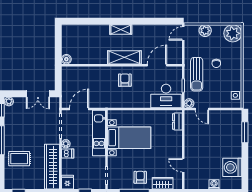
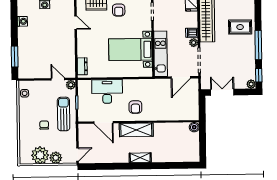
plant: (233, 33) -> (40, 155), moved
door: (157, 65) -> (104, 122), hinge flipped
desk: (166, 96) -> (107, 91), moved
washing machine: (232, 167) -> (22, 21), width x0.53, depth x0.53

